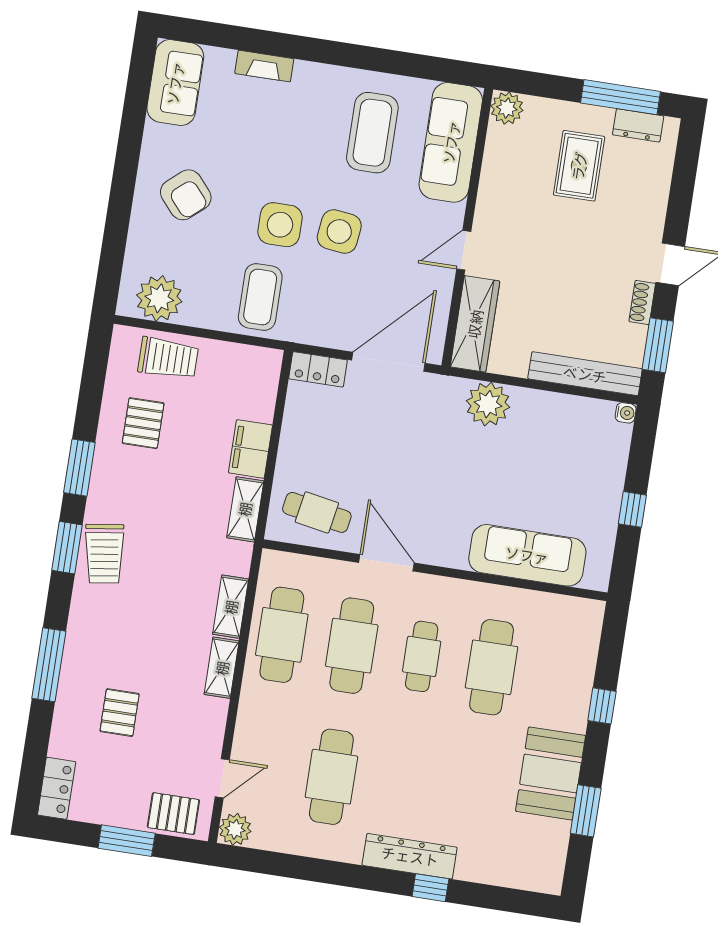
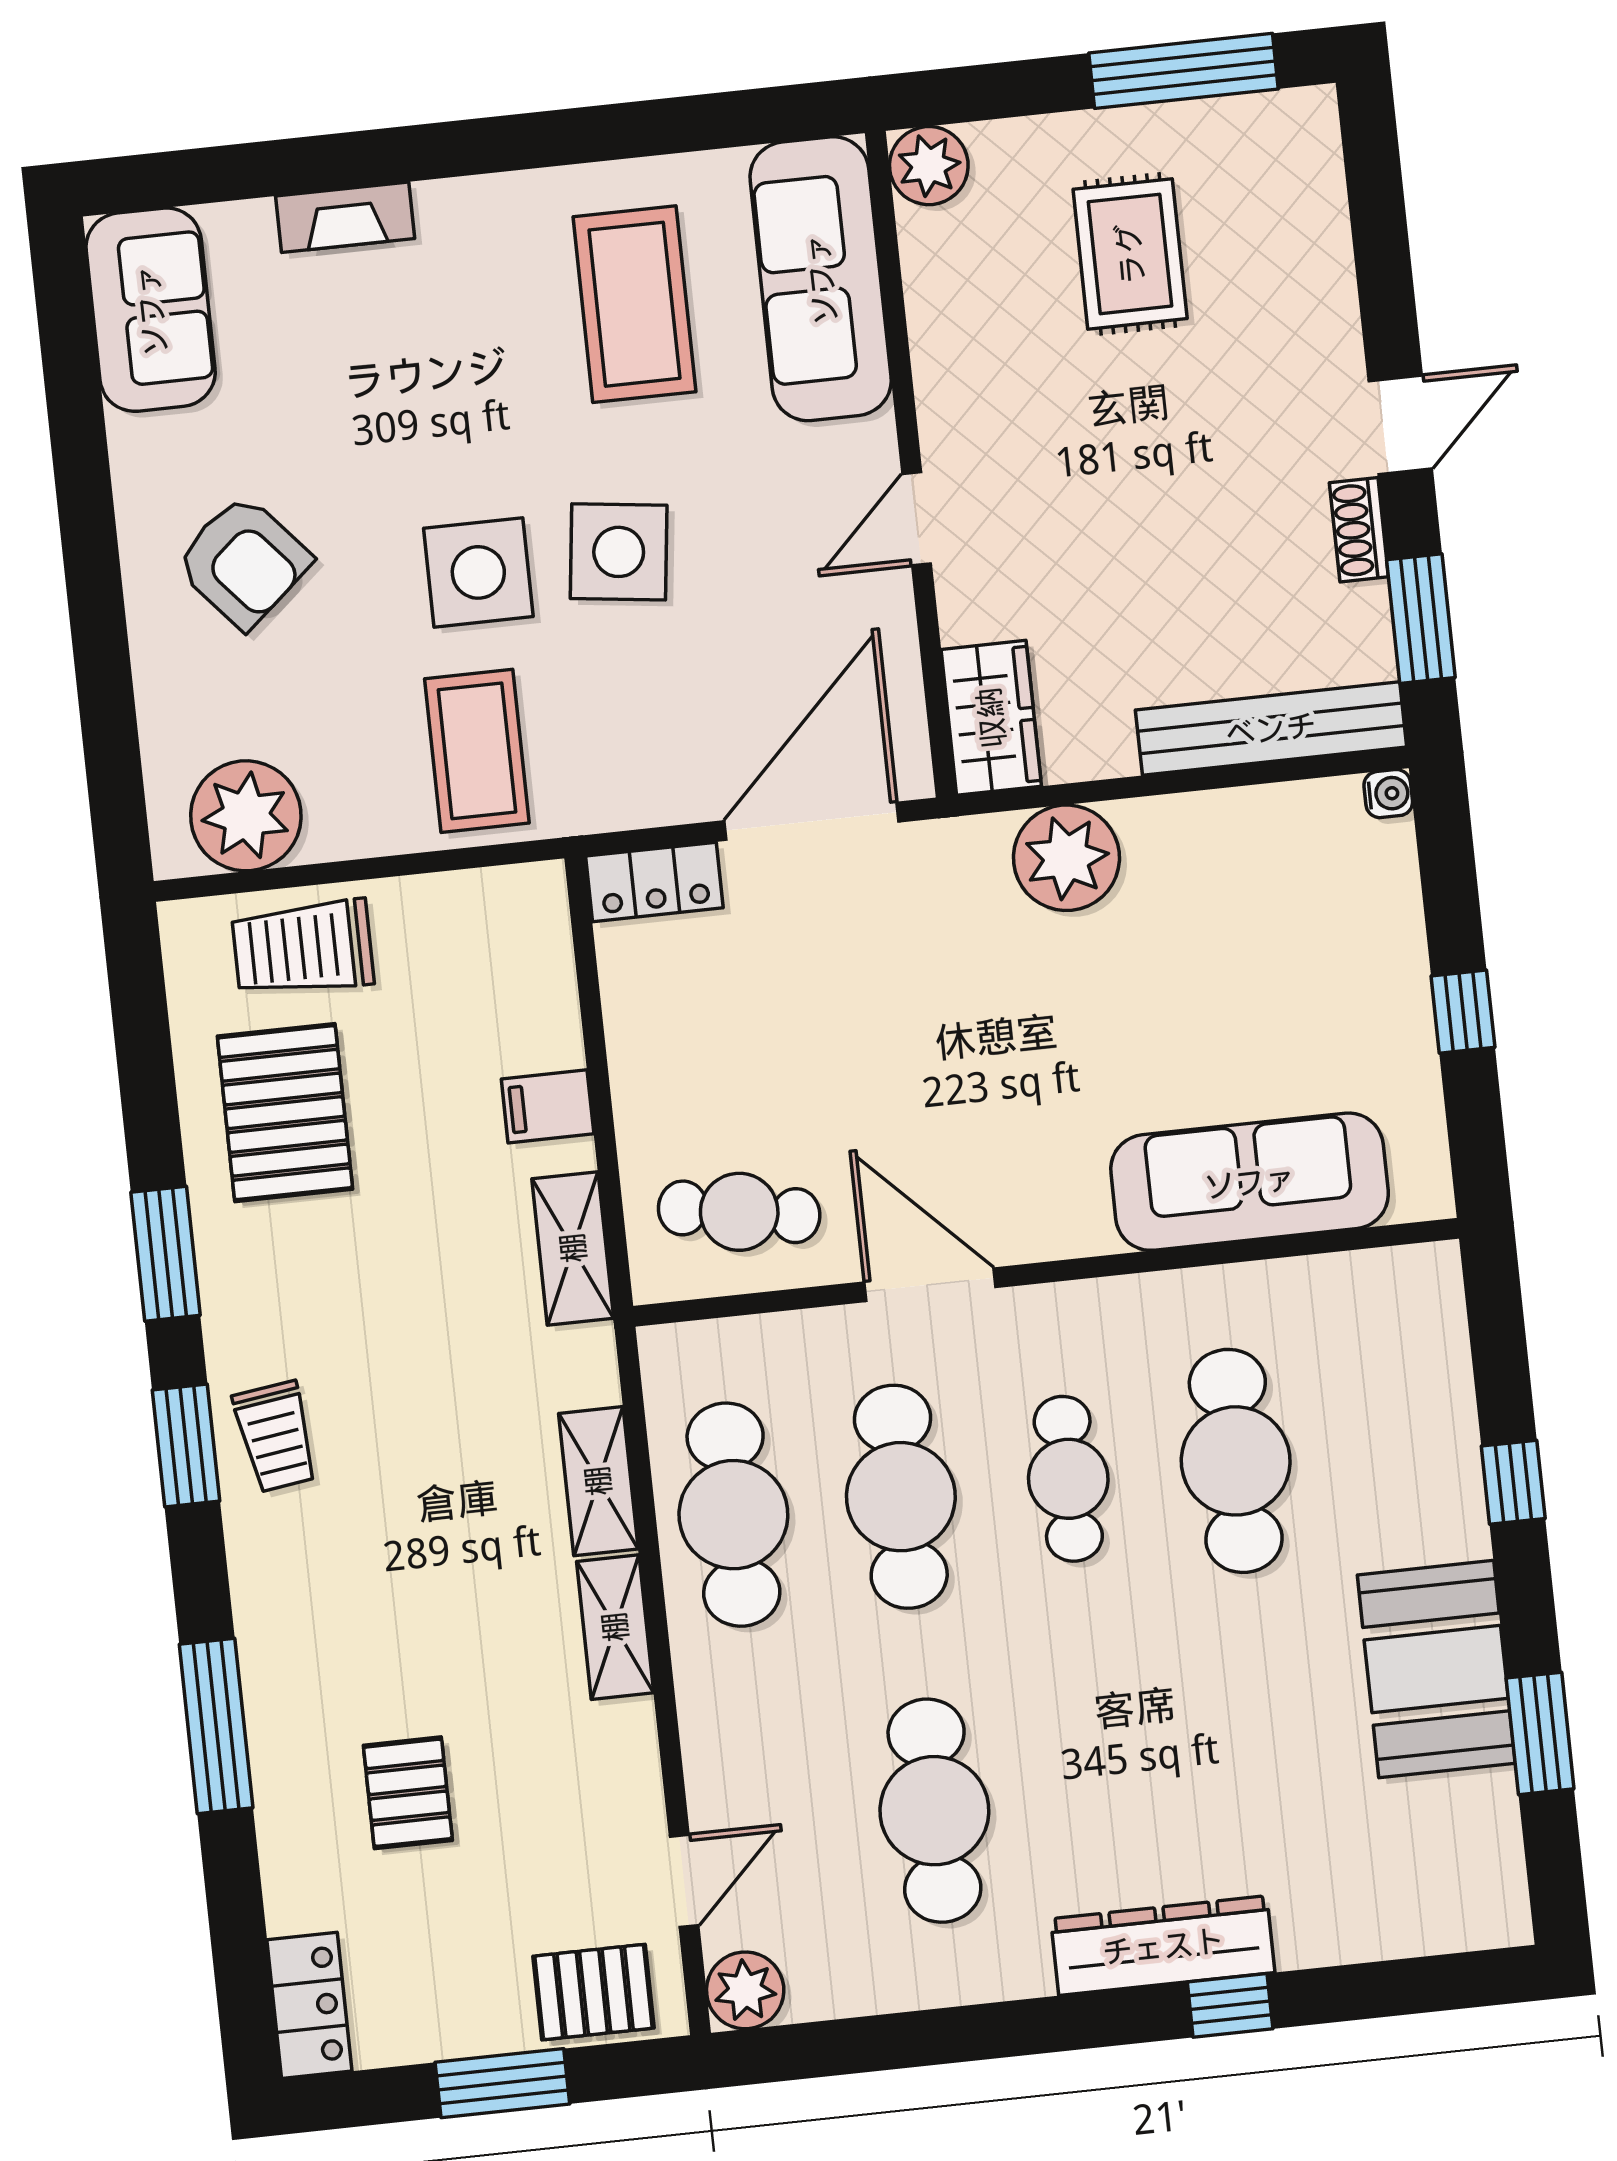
dresser: (638, 125) -> (1241, 125), removed
wardrobe: (475, 324) -> (991, 718), width x0.67
trolley: (168, 358) -> (303, 948), turned 180
pallet: (143, 423) -> (285, 1113), width x1.50, depth x1.42
filing cabinet: (250, 449) -> (548, 1106), width x0.50
trolley: (104, 554) -> (276, 1437), width x0.73, depth x0.72

